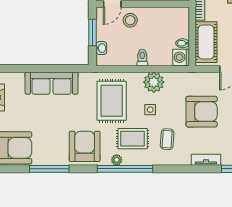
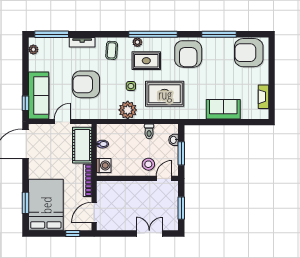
washing machine: (181, 57) -> (104, 165), moved
toilet: (142, 58) -> (149, 131), moved
sofa: (52, 83) -> (223, 109), width x0.73
rug: (112, 101) -> (165, 94), turned 90
coffee table: (167, 139) -> (112, 50), moved
plant: (117, 160) -> (137, 42), moved

